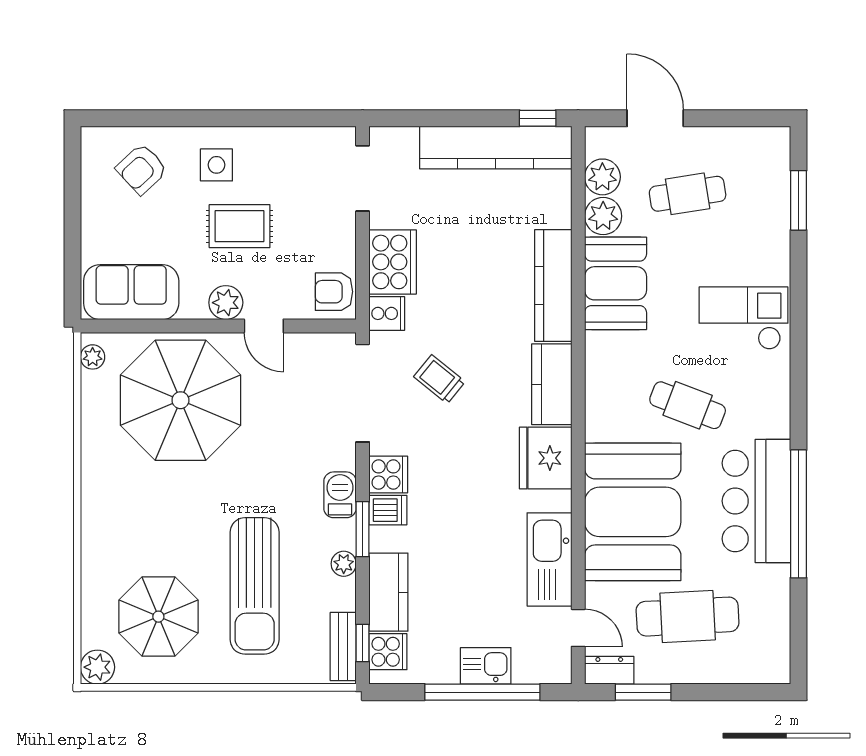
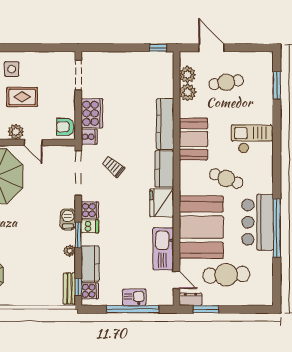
kitchen counter: (496, 147) -> (139, 61), removed
booth: (616, 283) -> (193, 139), moved
sun lounger: (255, 586) -> (29, 261), removed

